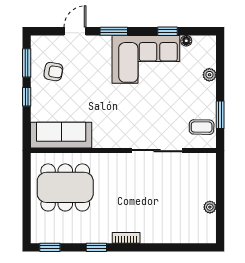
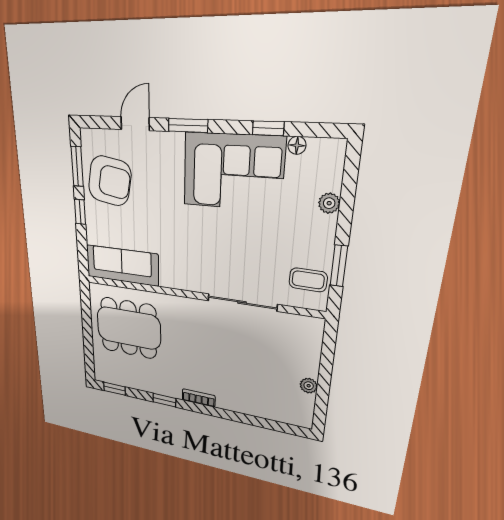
armchair: (53, 72) -> (110, 181), width x1.88, depth x1.88

